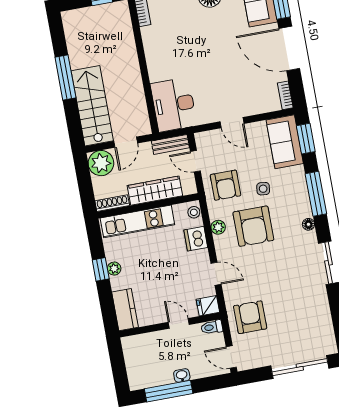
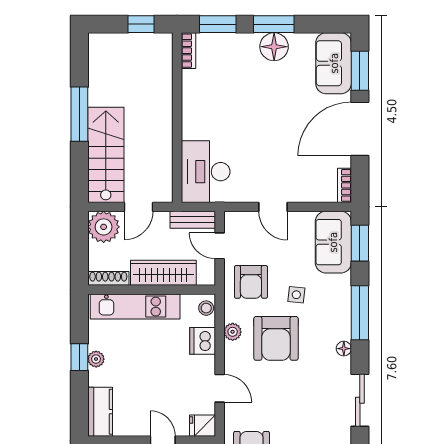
door: (289, 48) -> (360, 129), hinge flipped

